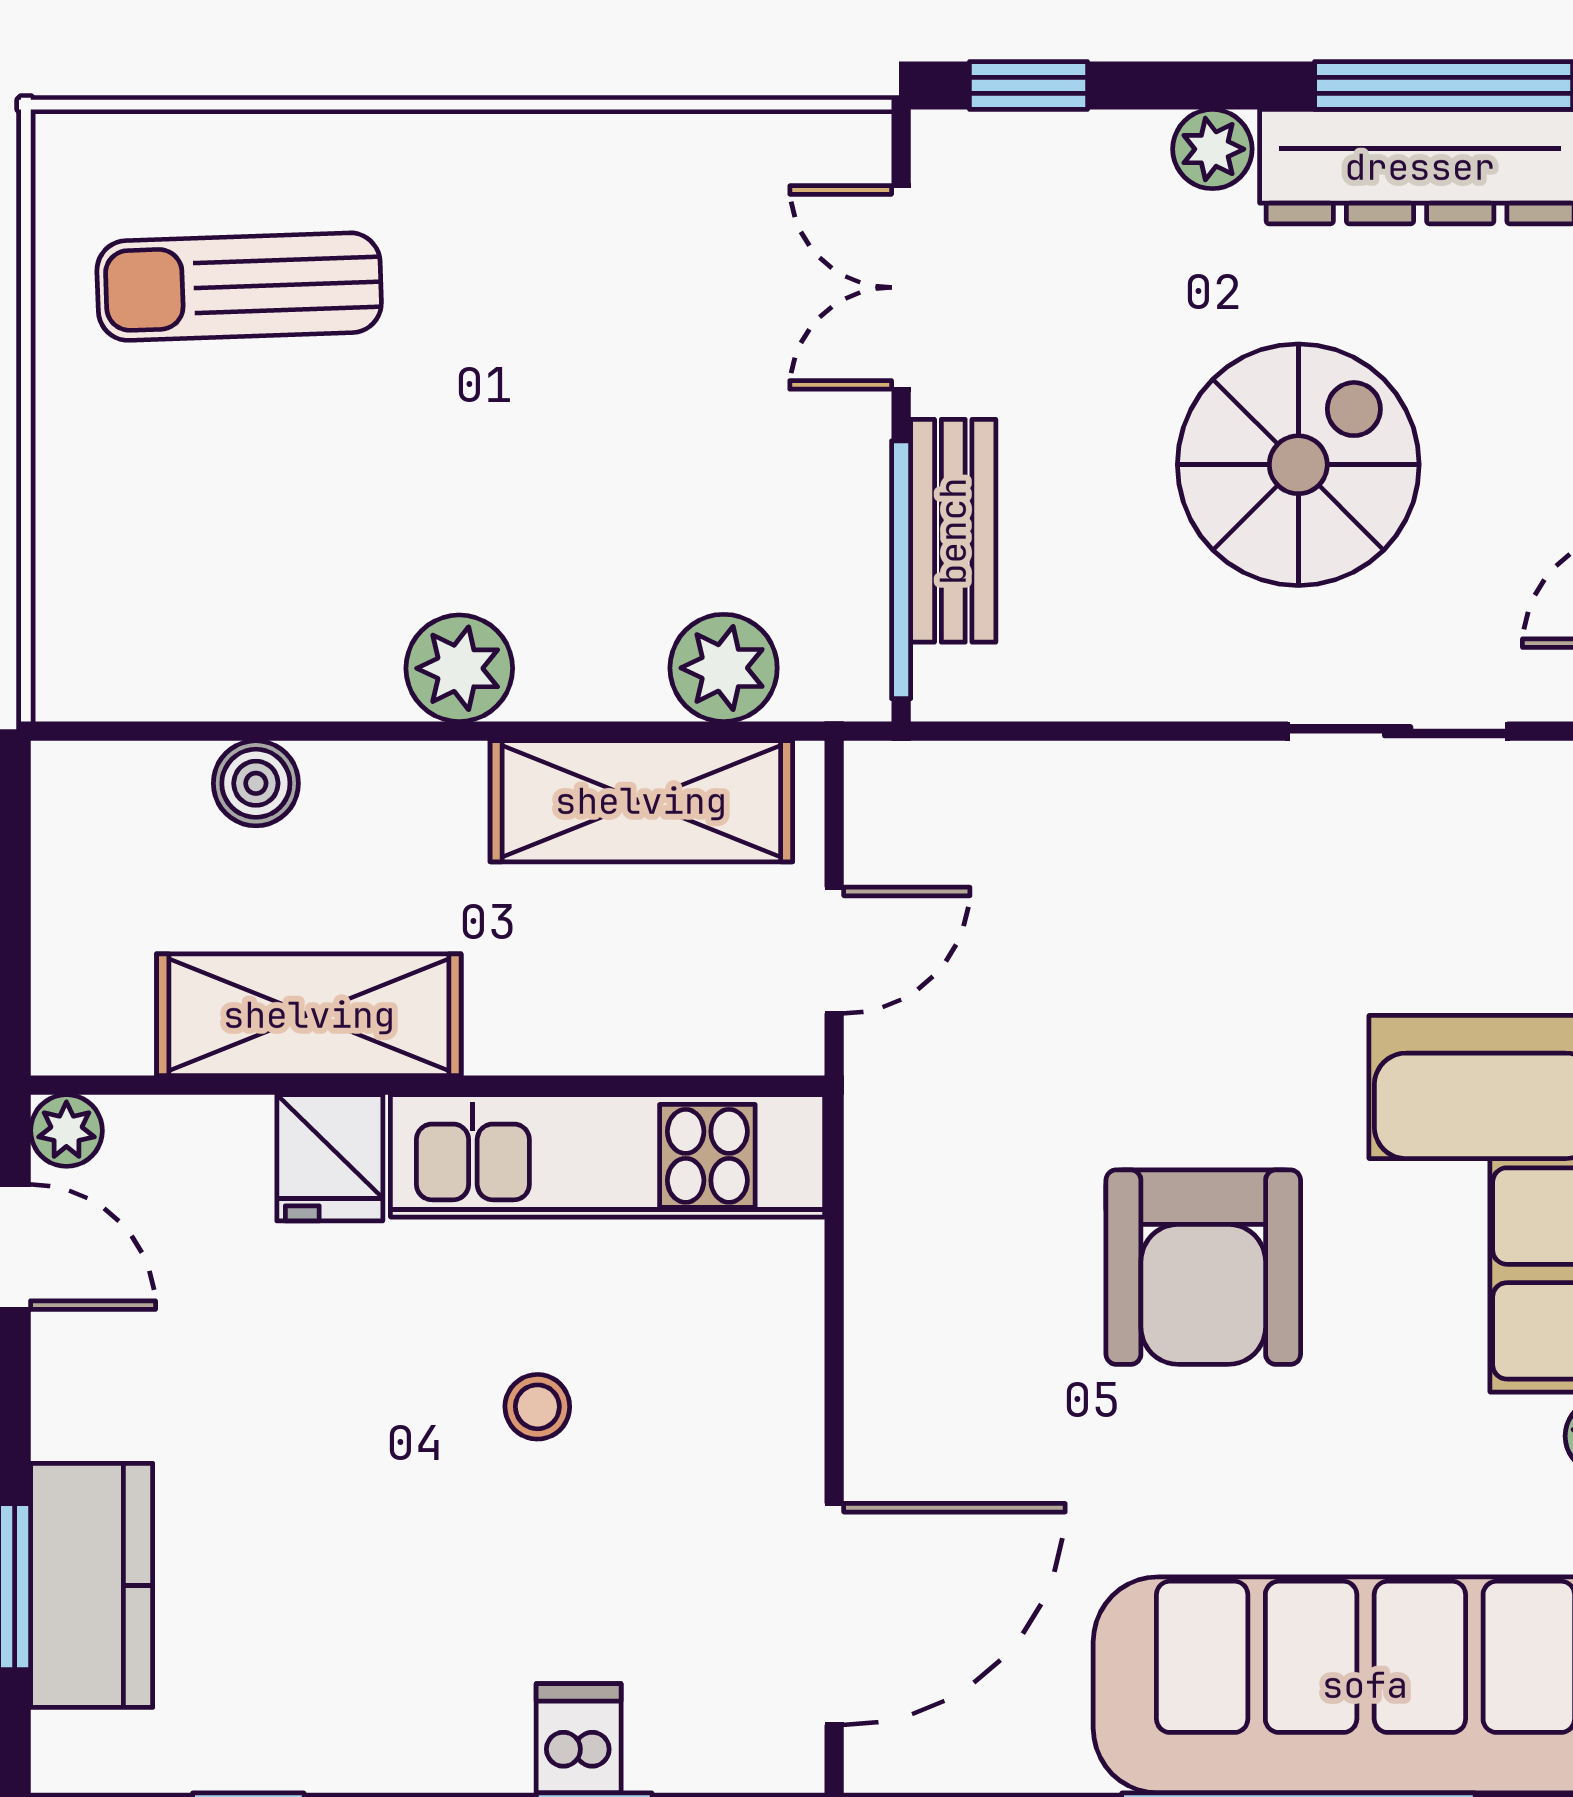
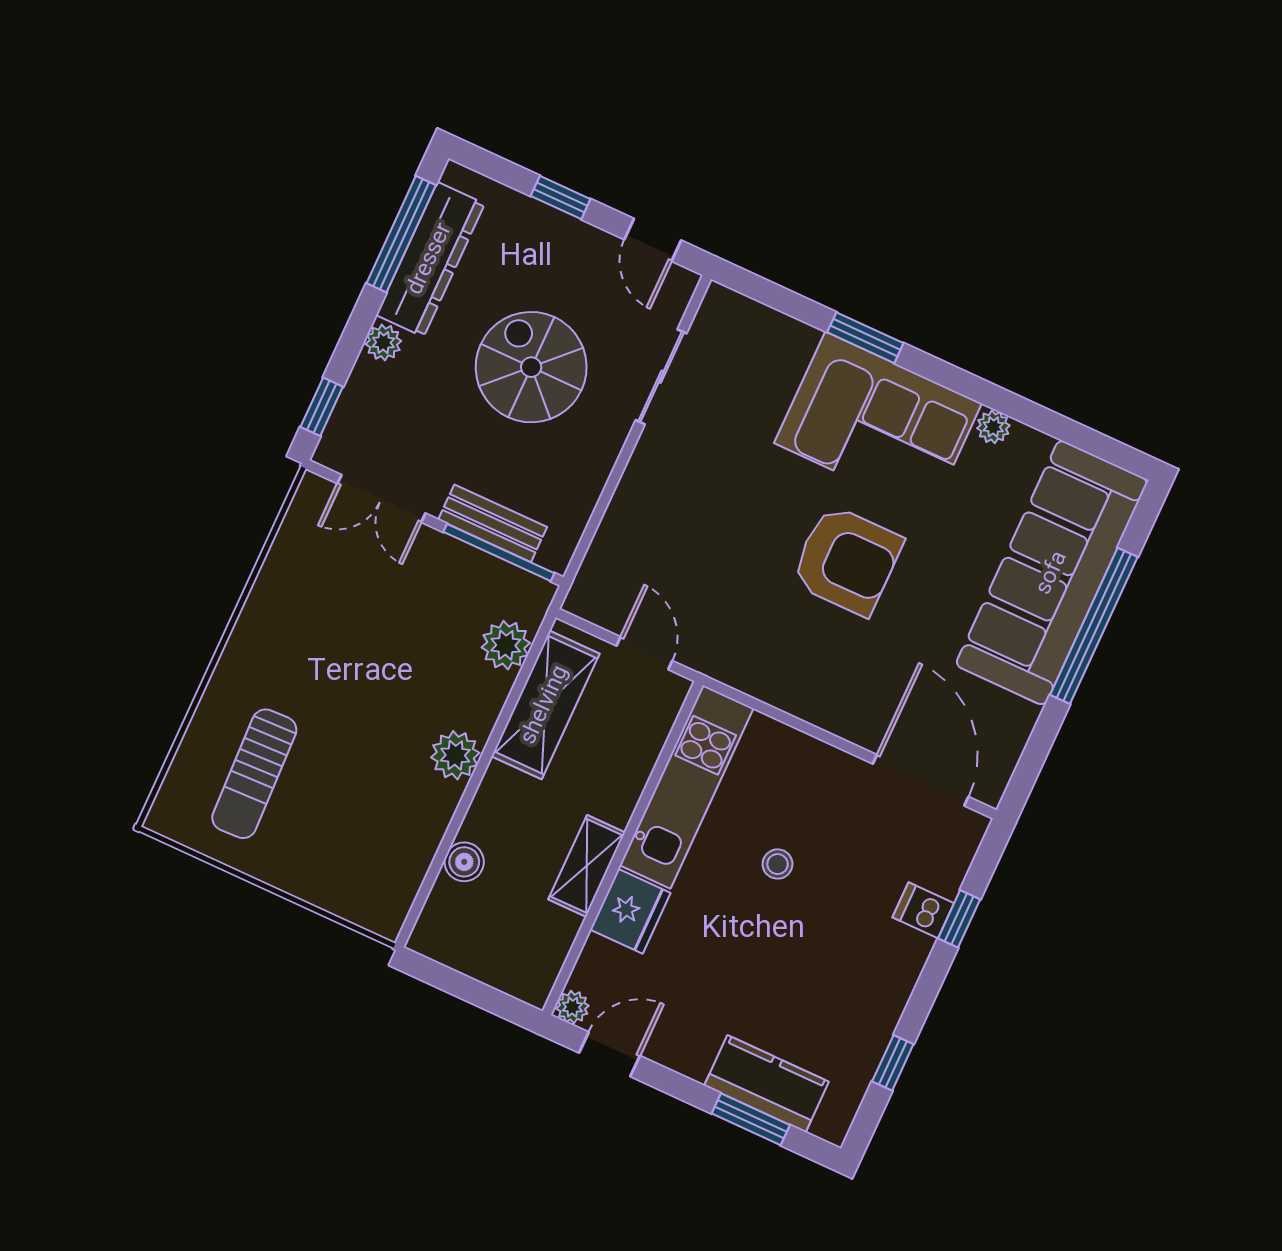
shelving: (309, 1015) -> (587, 866), width x0.67, depth x0.75
fridge: (330, 1158) -> (630, 911), width x1.38

